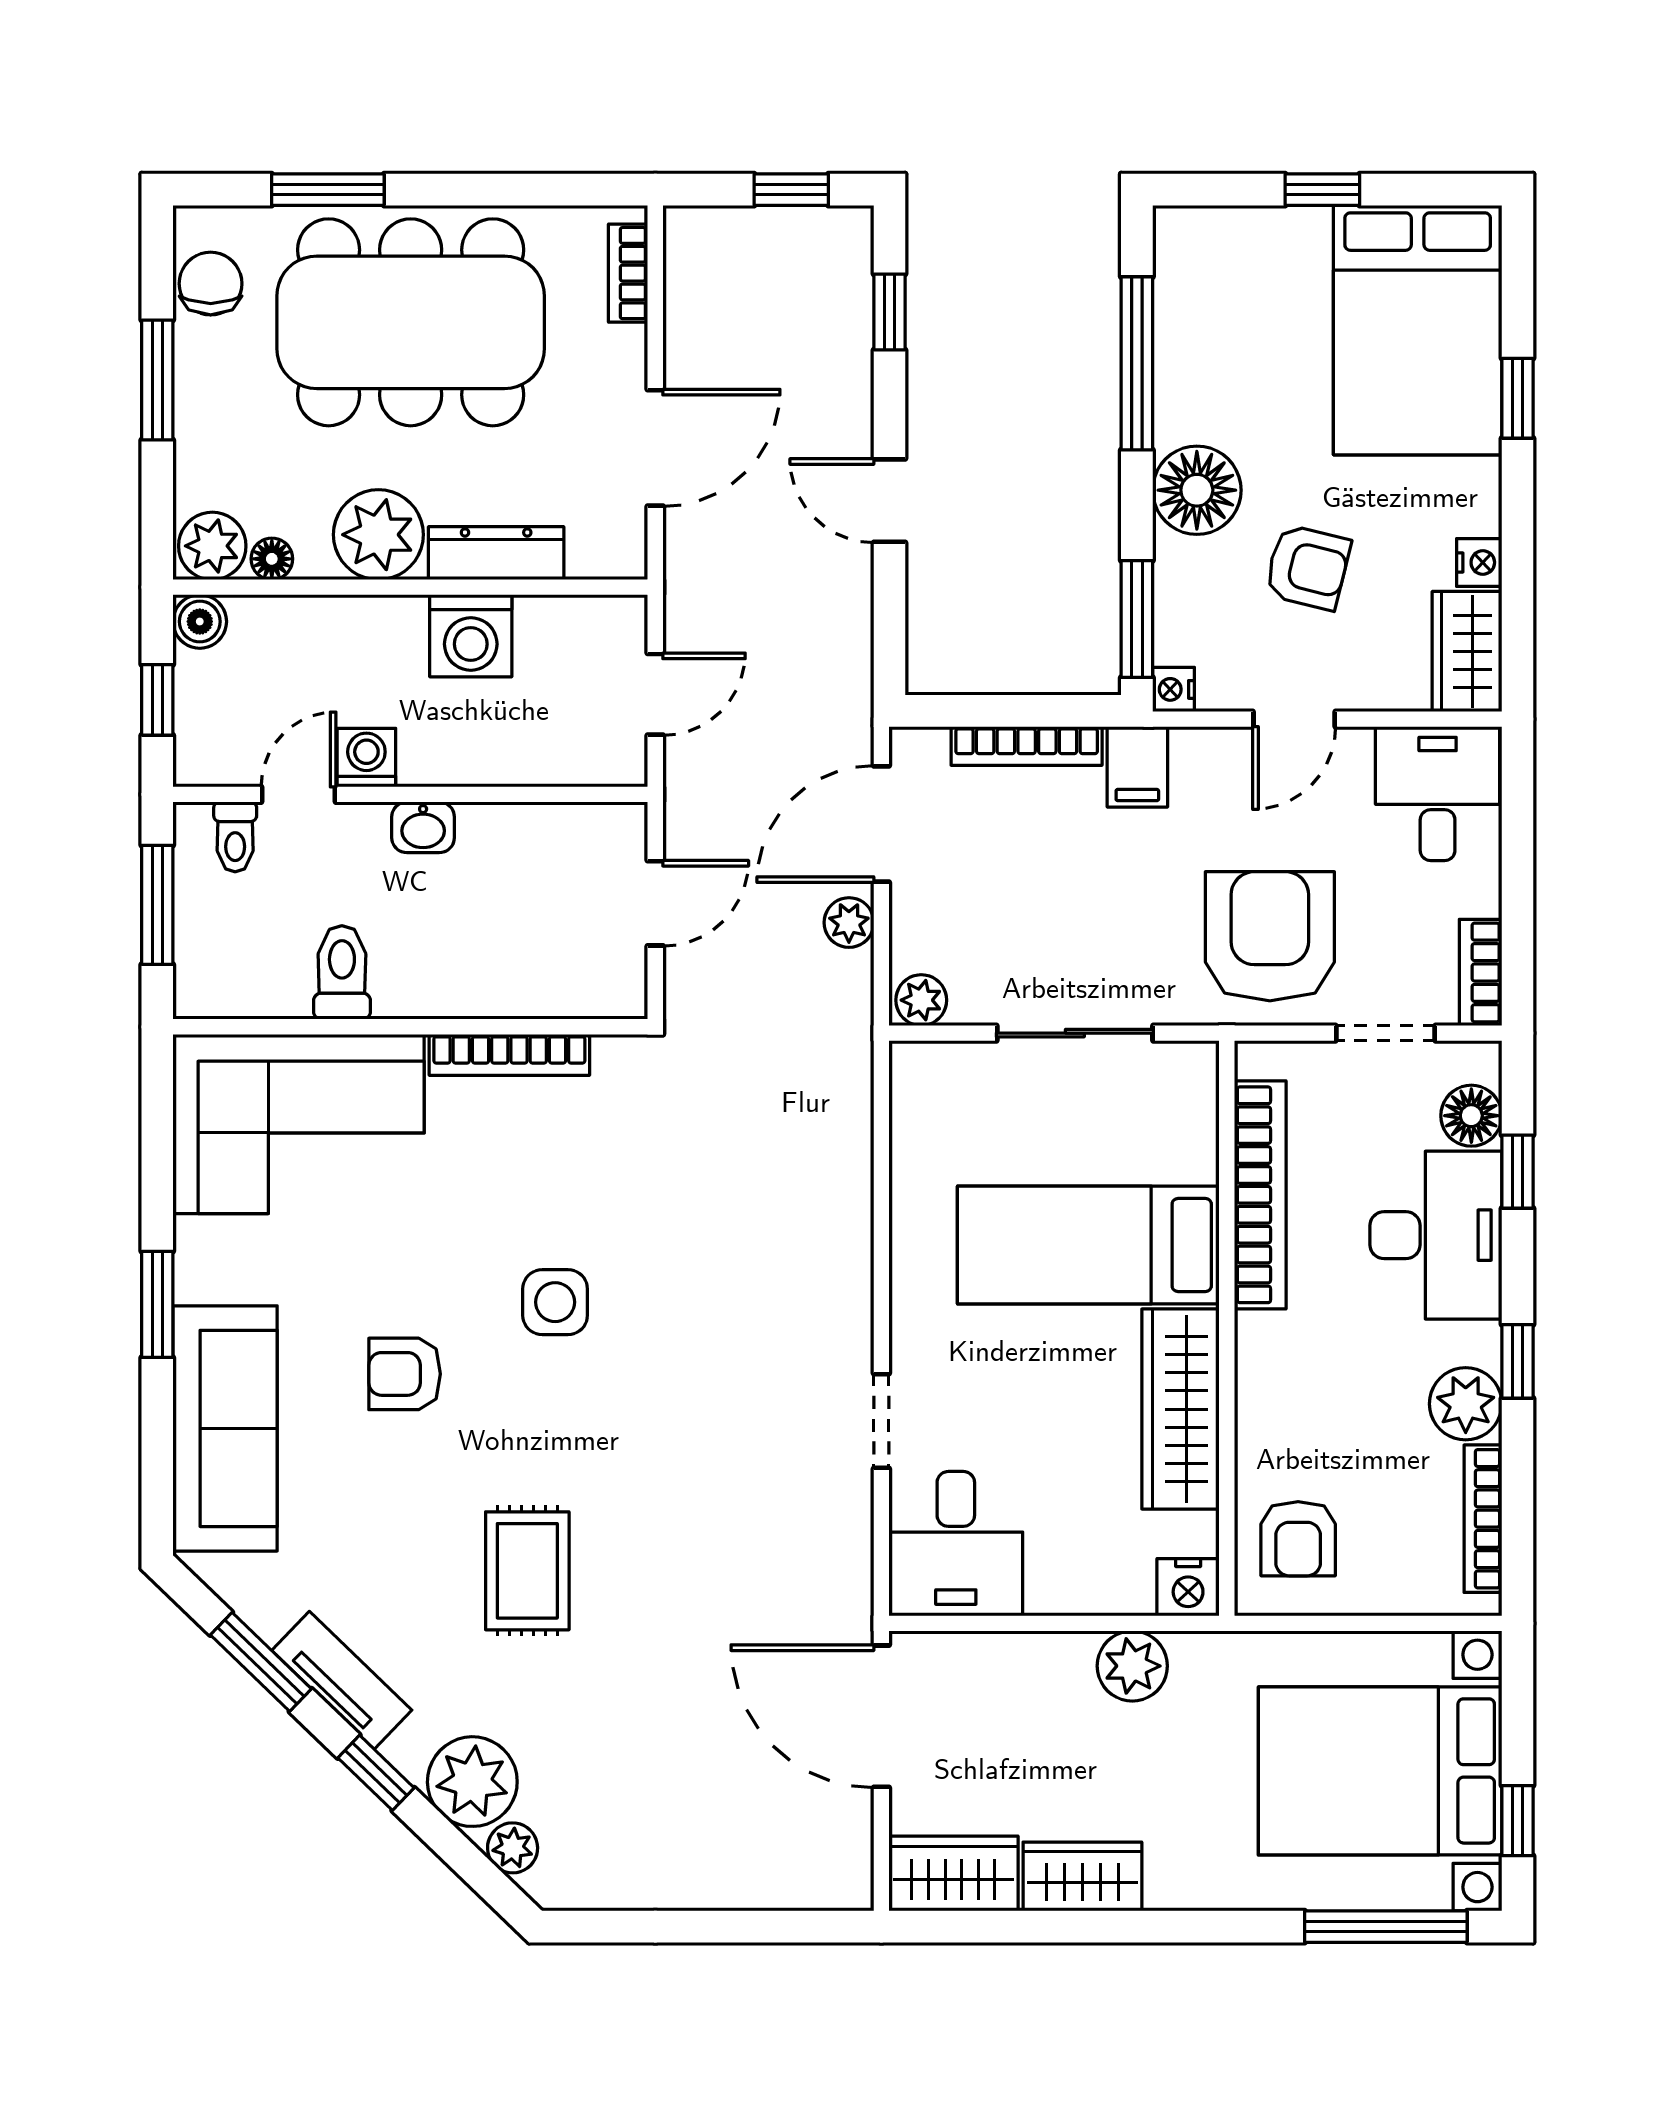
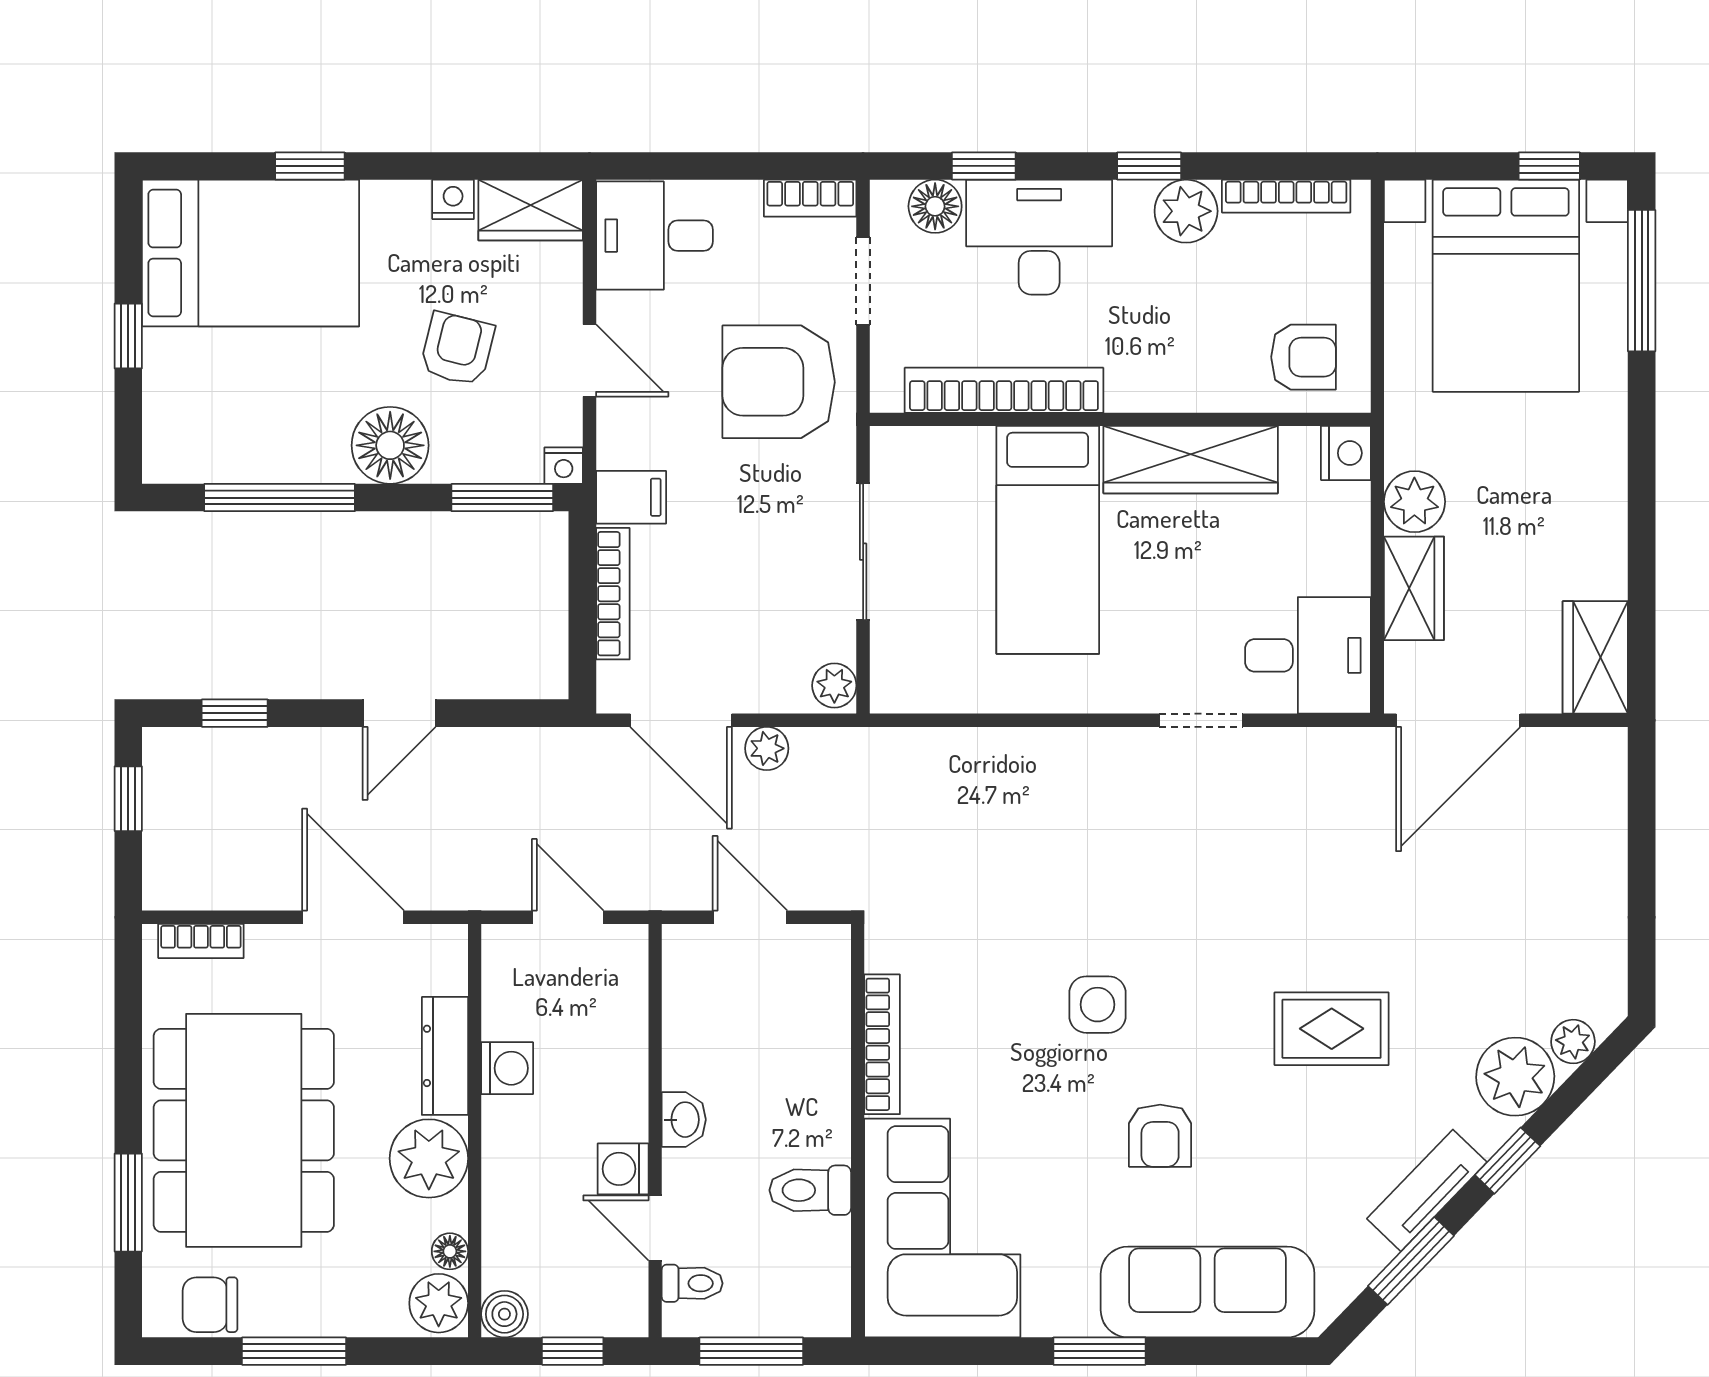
washing machine: (471, 636) -> (507, 1068), width x0.73, depth x0.73
wardrobe: (1082, 1877) -> (1414, 588), moved, turned 180

